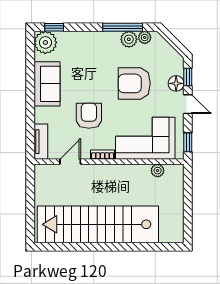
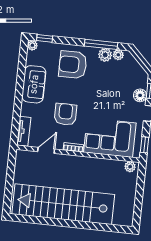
plant: (45, 42) -> (32, 45), width x0.53, depth x0.53
armchair: (134, 83) -> (73, 65), moved
plant: (158, 171) -> (130, 167), moved

